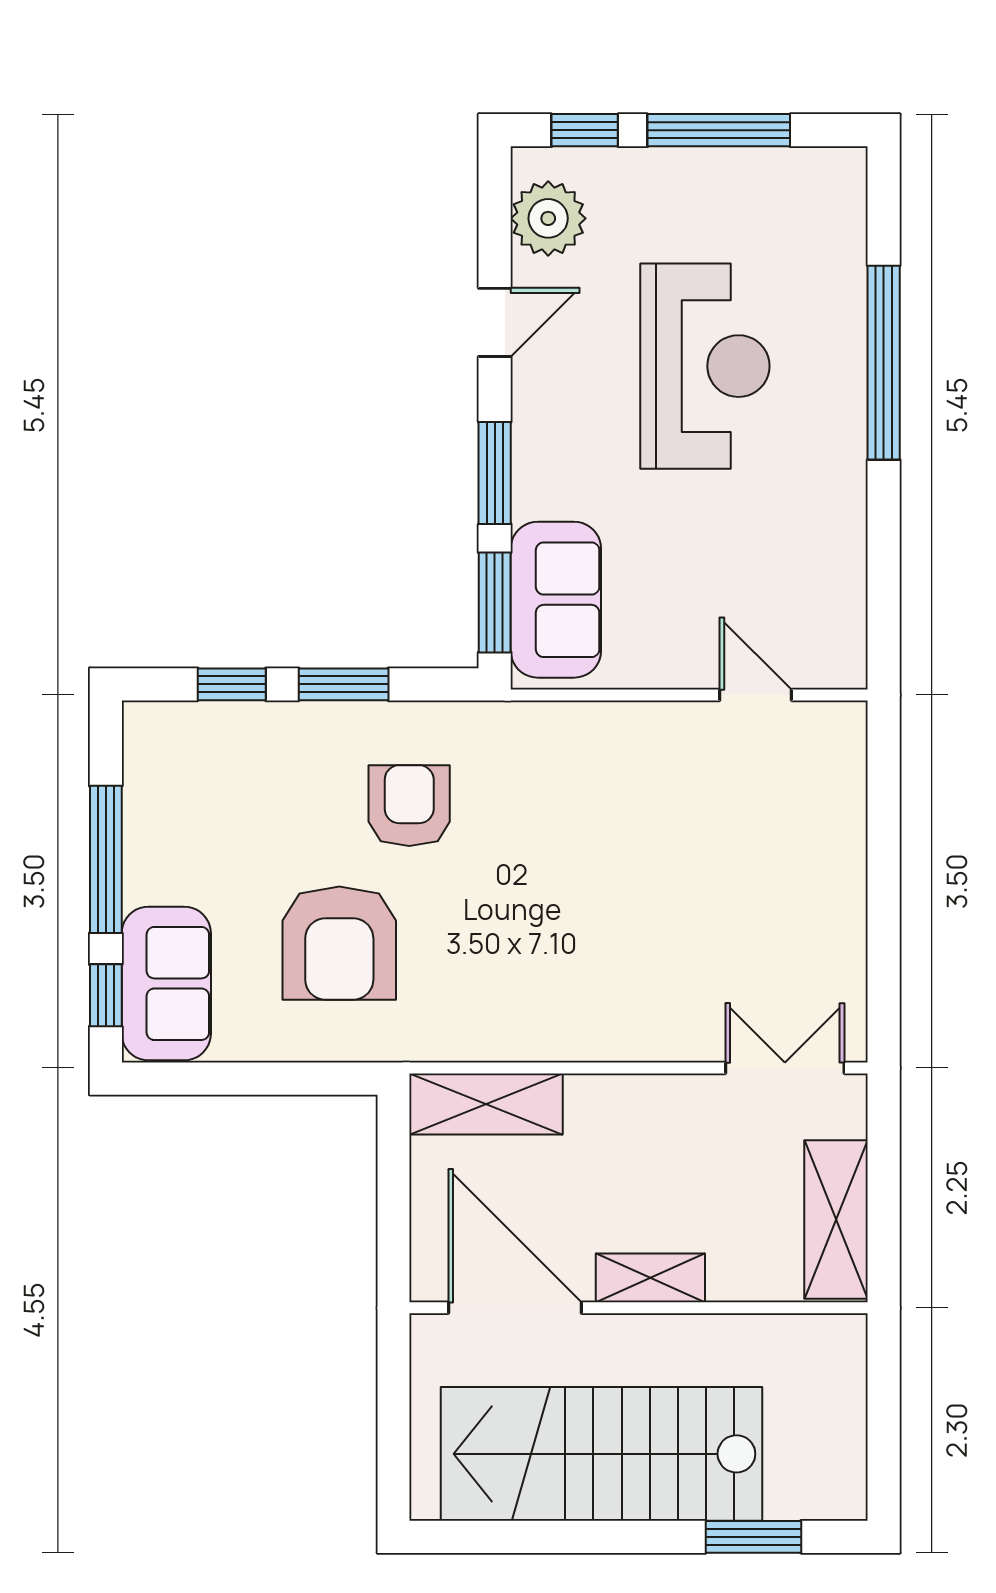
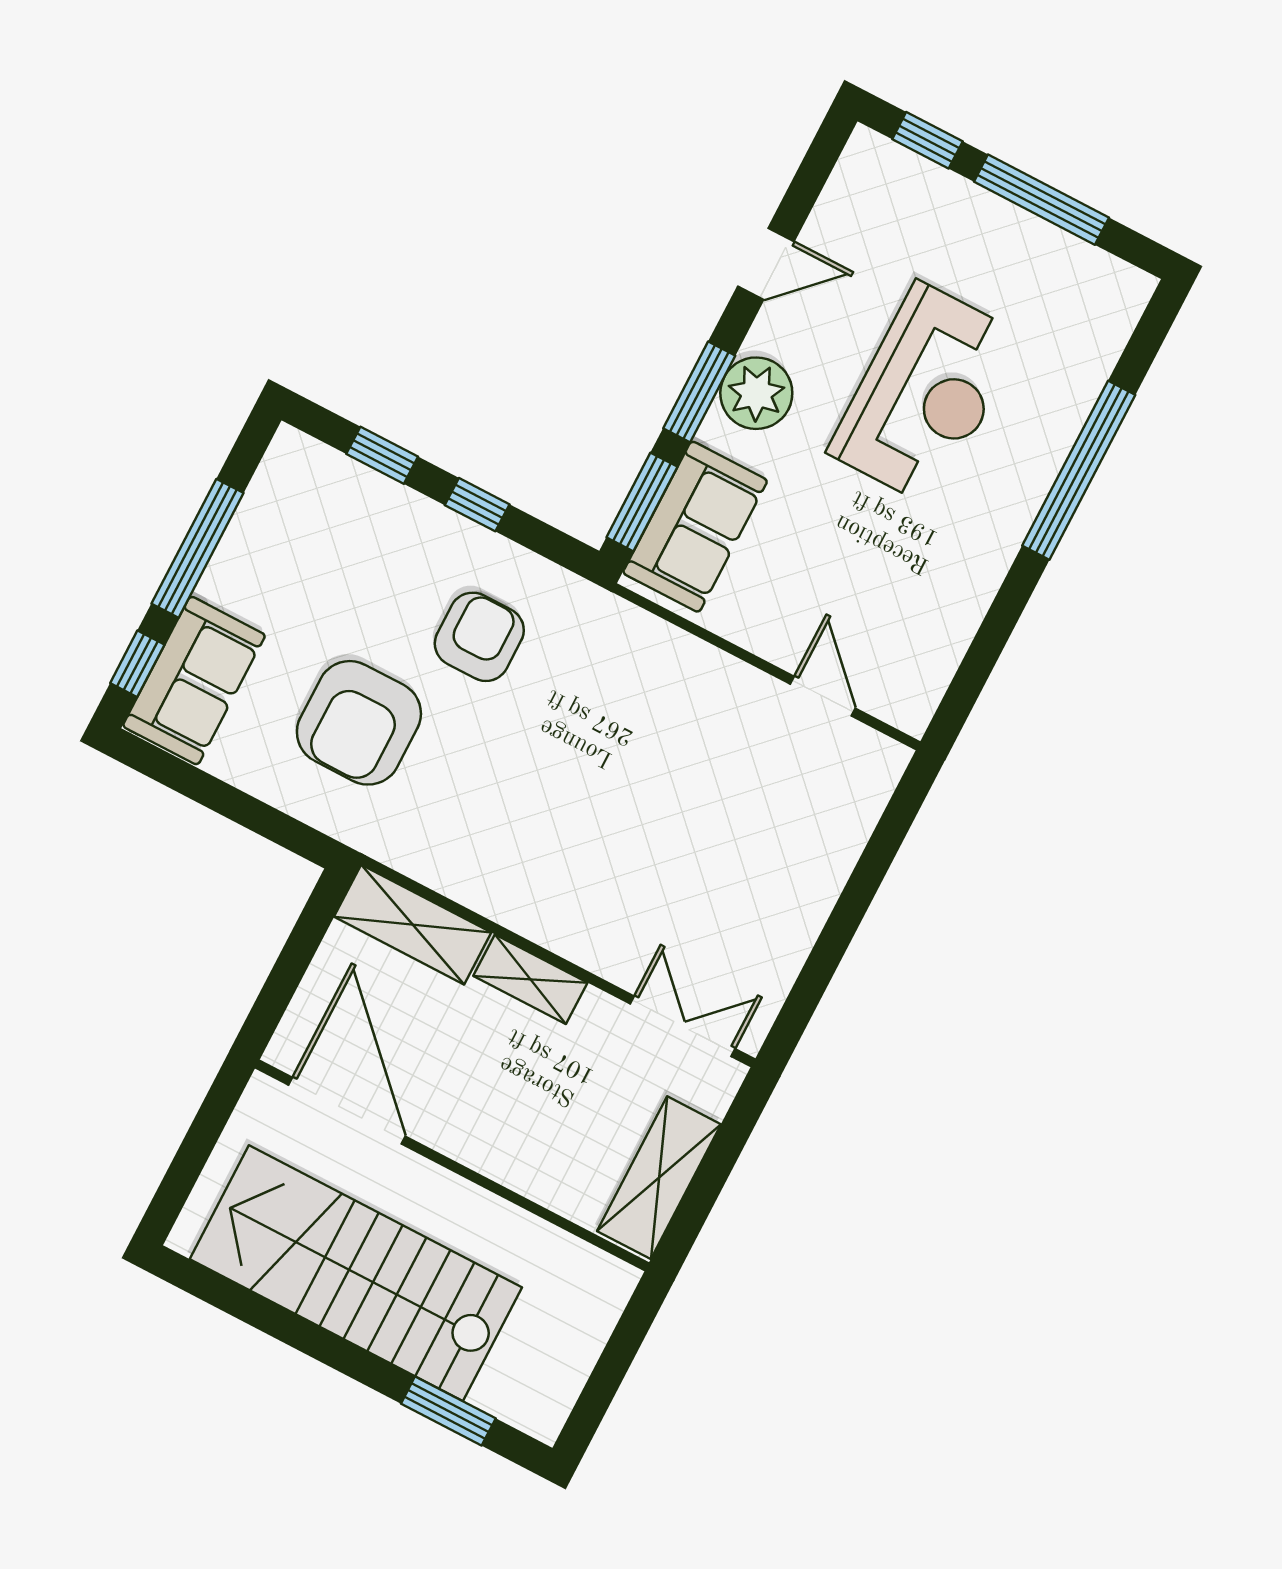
plant: (548, 218) -> (756, 393), moved
window: (344, 684) -> (477, 505), width x0.67
shelving: (650, 1278) -> (530, 979), moved

